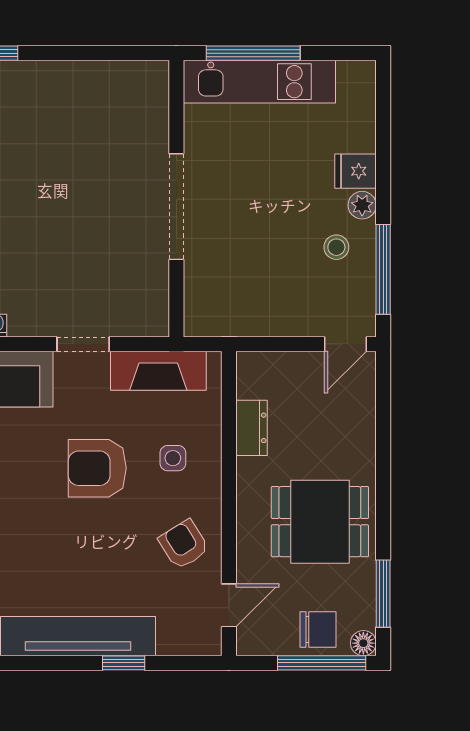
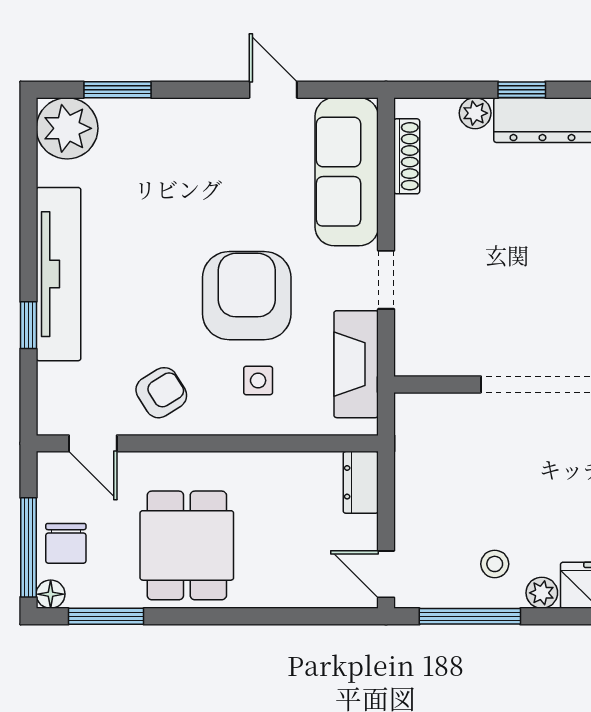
dresser: (252, 428) -> (361, 482), moved, turned 90
armchair: (97, 468) -> (247, 296), width x1.36, depth x1.36

